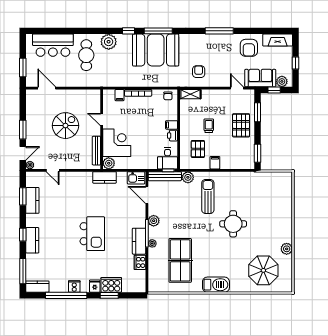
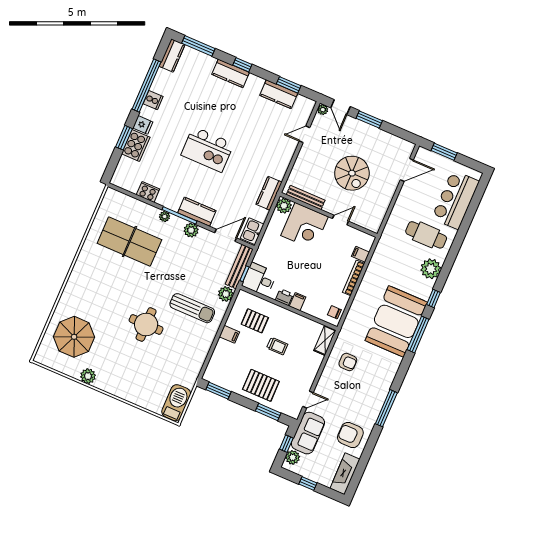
kitchen counter: (139, 241) -> (197, 212), moved
barbecue: (216, 285) -> (176, 403), moved, turned 180

